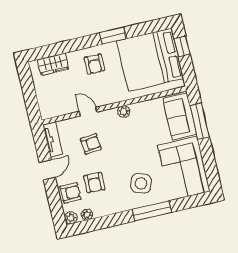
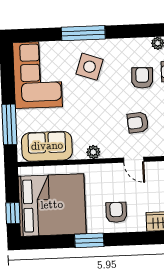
sofa: (180, 116) -> (47, 146), moved, turned -90

